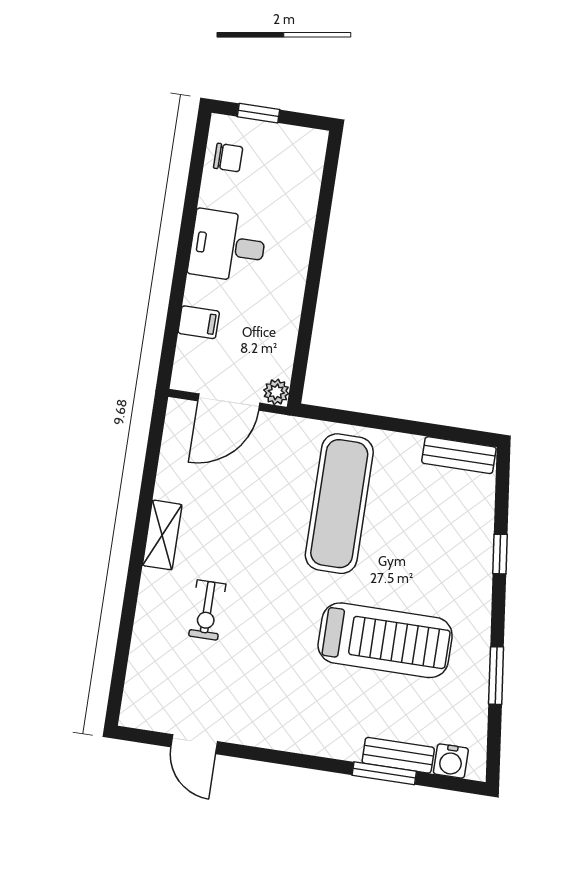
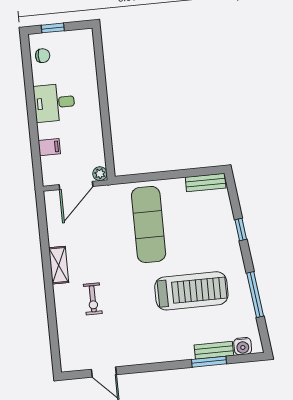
window: (496, 676) -> (255, 295), width x1.44

